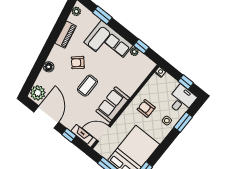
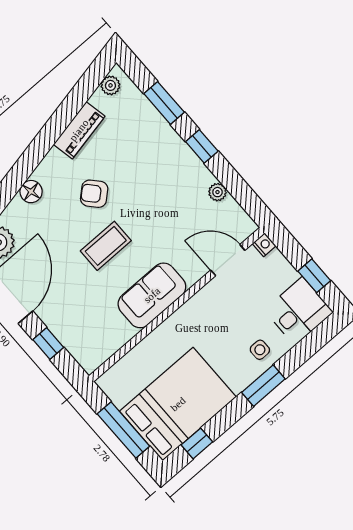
corner sofa: (108, 44) -> (166, 166), removed
window: (141, 46) -> (202, 146), moved
armchair: (146, 108) -> (221, 316), removed
window: (183, 122) -> (263, 386), moved
fireplace: (82, 134) -> (76, 346), removed
door: (103, 134) -> (228, 260), moved

